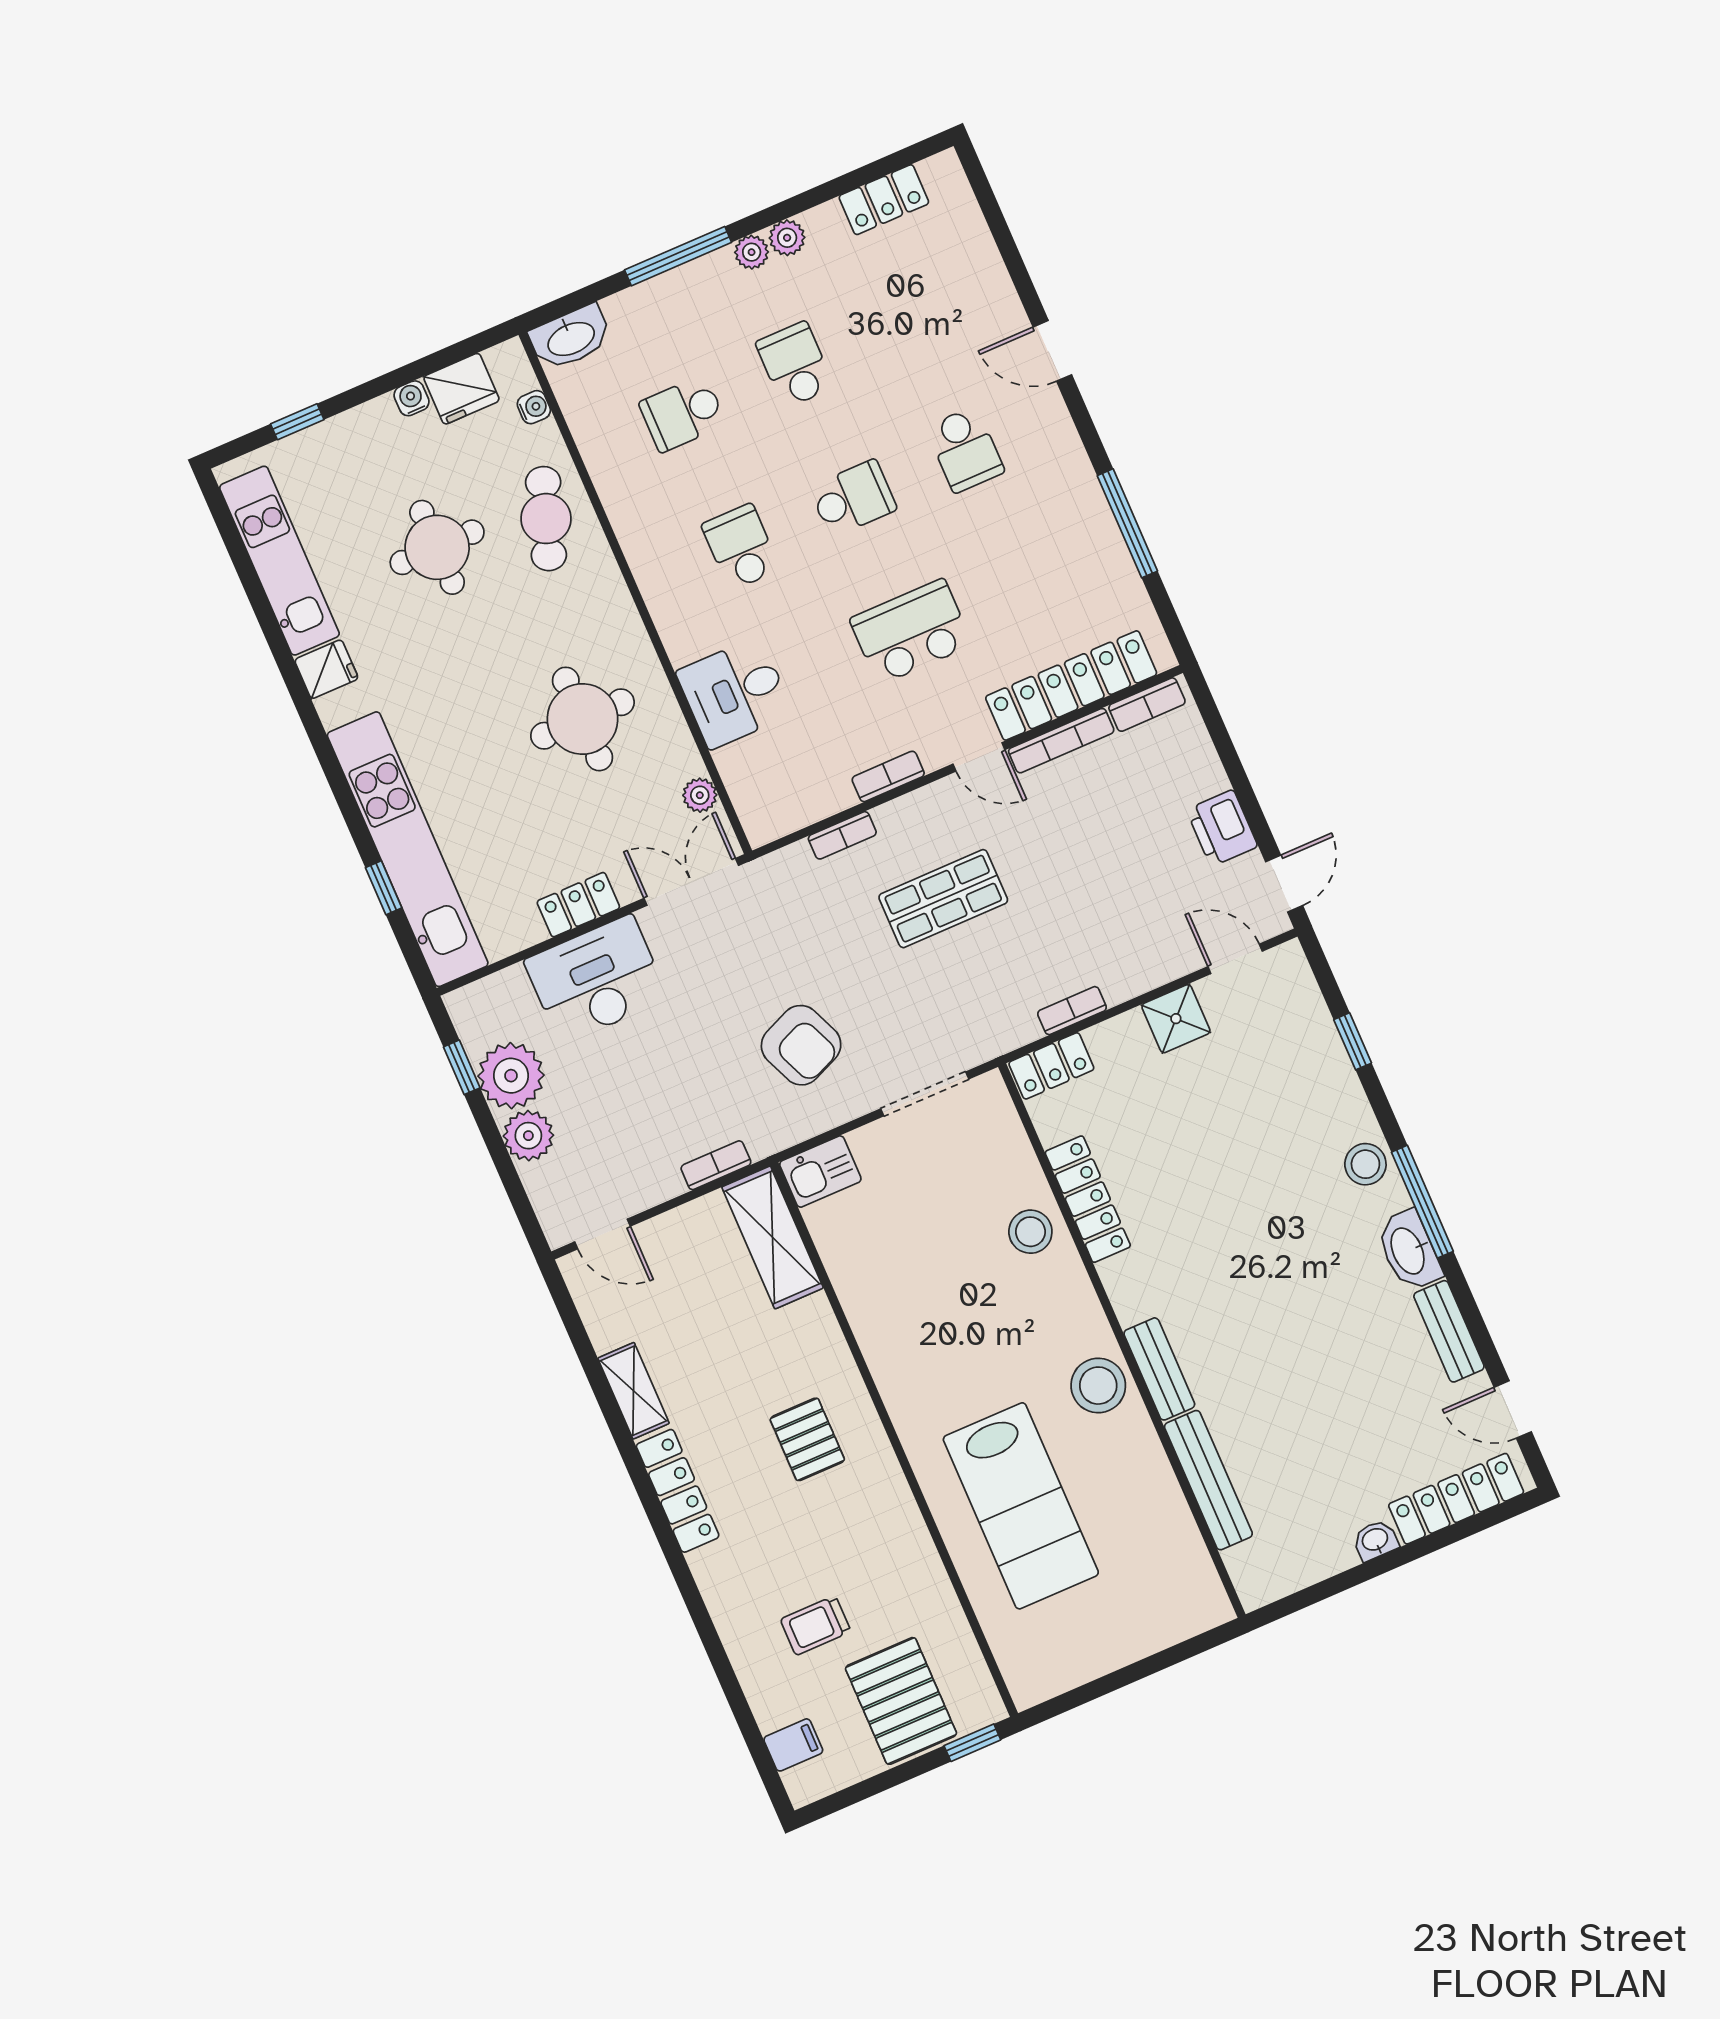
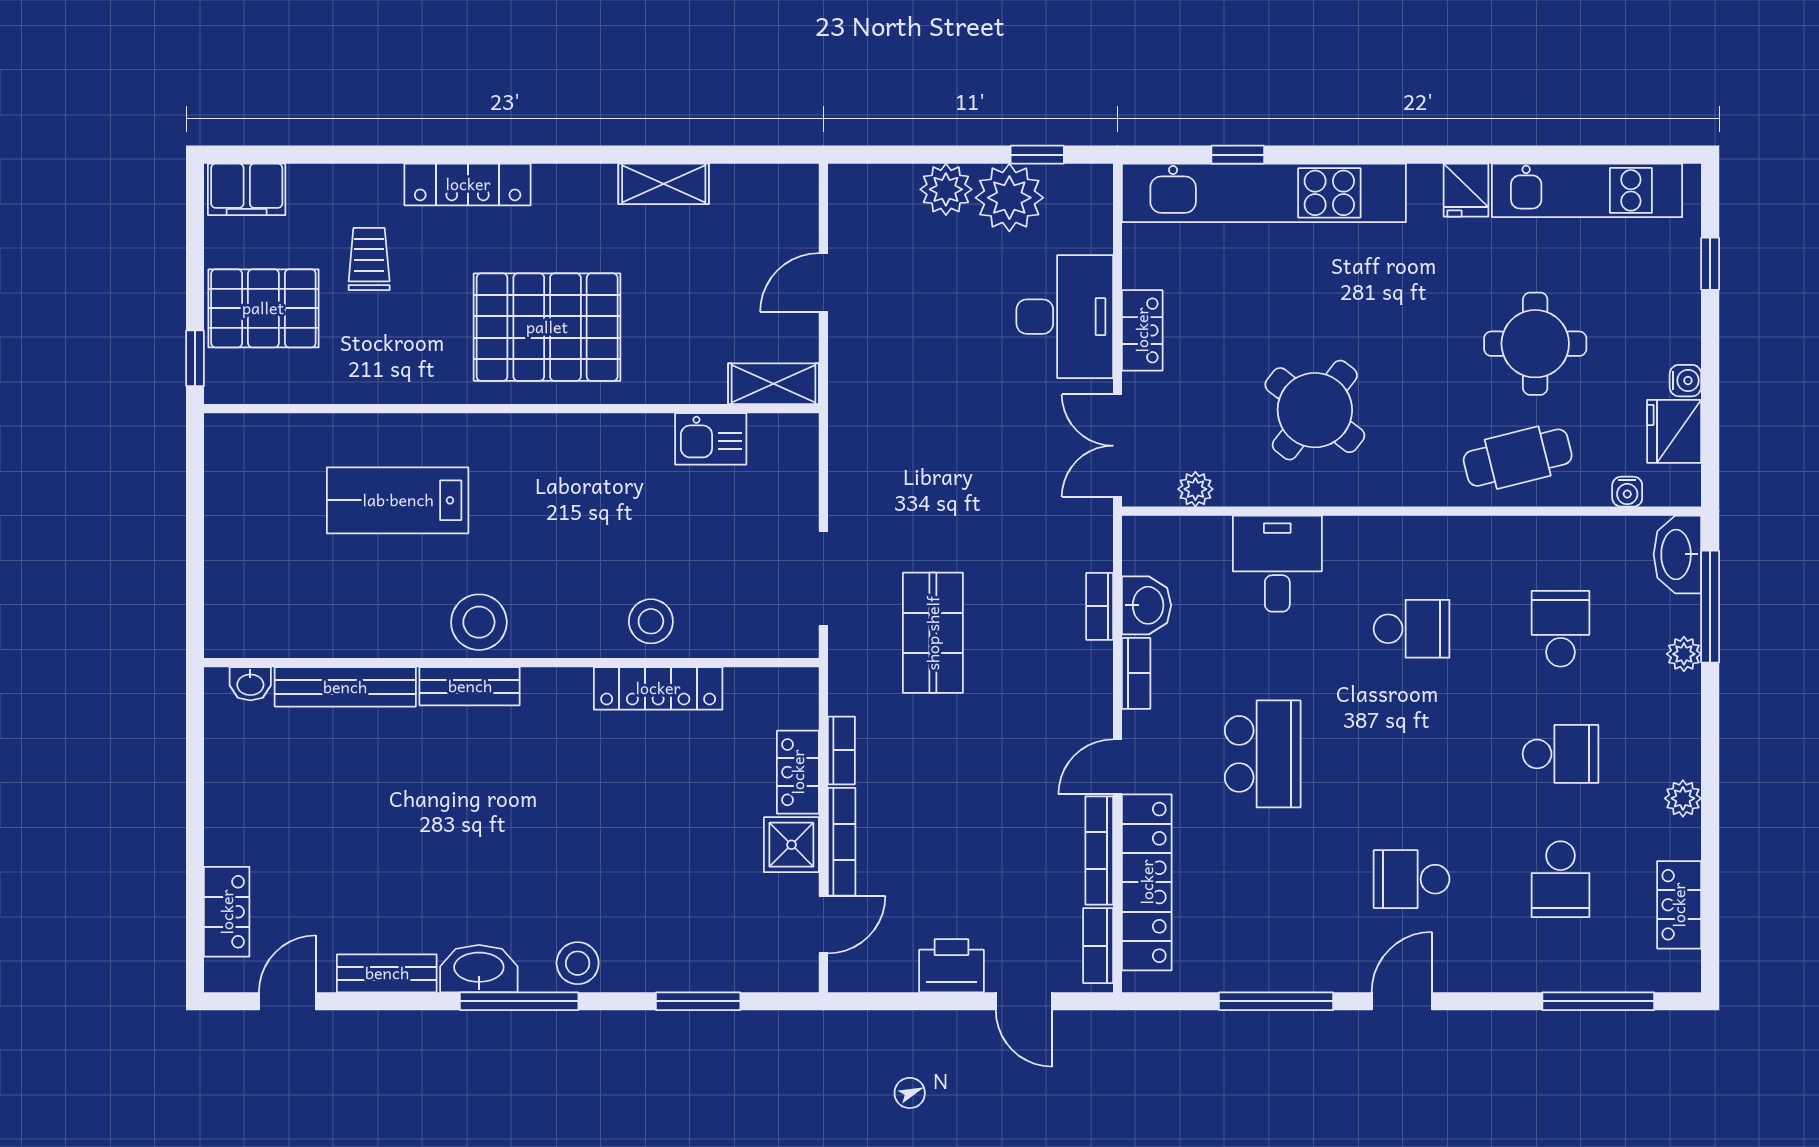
window: (1002, 235) -> (1598, 1001), added
plant: (752, 252) -> (1684, 654), moved
window: (678, 256) -> (1710, 607), moved
door: (1052, 351) -> (1402, 1001), moved
school desk: (853, 498) -> (1561, 879), moved
cafe table: (546, 519) -> (1518, 458), turned -33
round table: (582, 719) -> (1315, 410), turned 38
washbasin: (823, 794) -> (1147, 605), added
double door: (691, 882) -> (1117, 446), swing flipped
door: (1284, 884) -> (1024, 1001), moved
shop shelf: (943, 899) -> (933, 633), moved
window: (1353, 1041) -> (698, 1001), width x1.50
armchair: (801, 1045) -> (920, 482), removed
locker: (1051, 1066) -> (798, 772), moved
bookcase: (716, 1165) -> (842, 842), moved, width x1.56
kitchen sink: (820, 1172) -> (711, 439), moved, turned -90
door: (602, 1234) -> (823, 283), moved
shelving: (773, 1237) -> (773, 384), width x0.67, depth x0.75
pallet: (807, 1439) -> (547, 327), width x2.05, depth x2.00
locker: (678, 1491) -> (468, 184), moved
locker: (1456, 1499) -> (227, 912), width x0.66
lab bench: (1021, 1506) -> (398, 500), width x0.73, depth x0.72
washbasin: (1375, 1540) -> (250, 684), moved, turned 90
filing cabinet: (793, 1745) -> (247, 189), width x2.00

